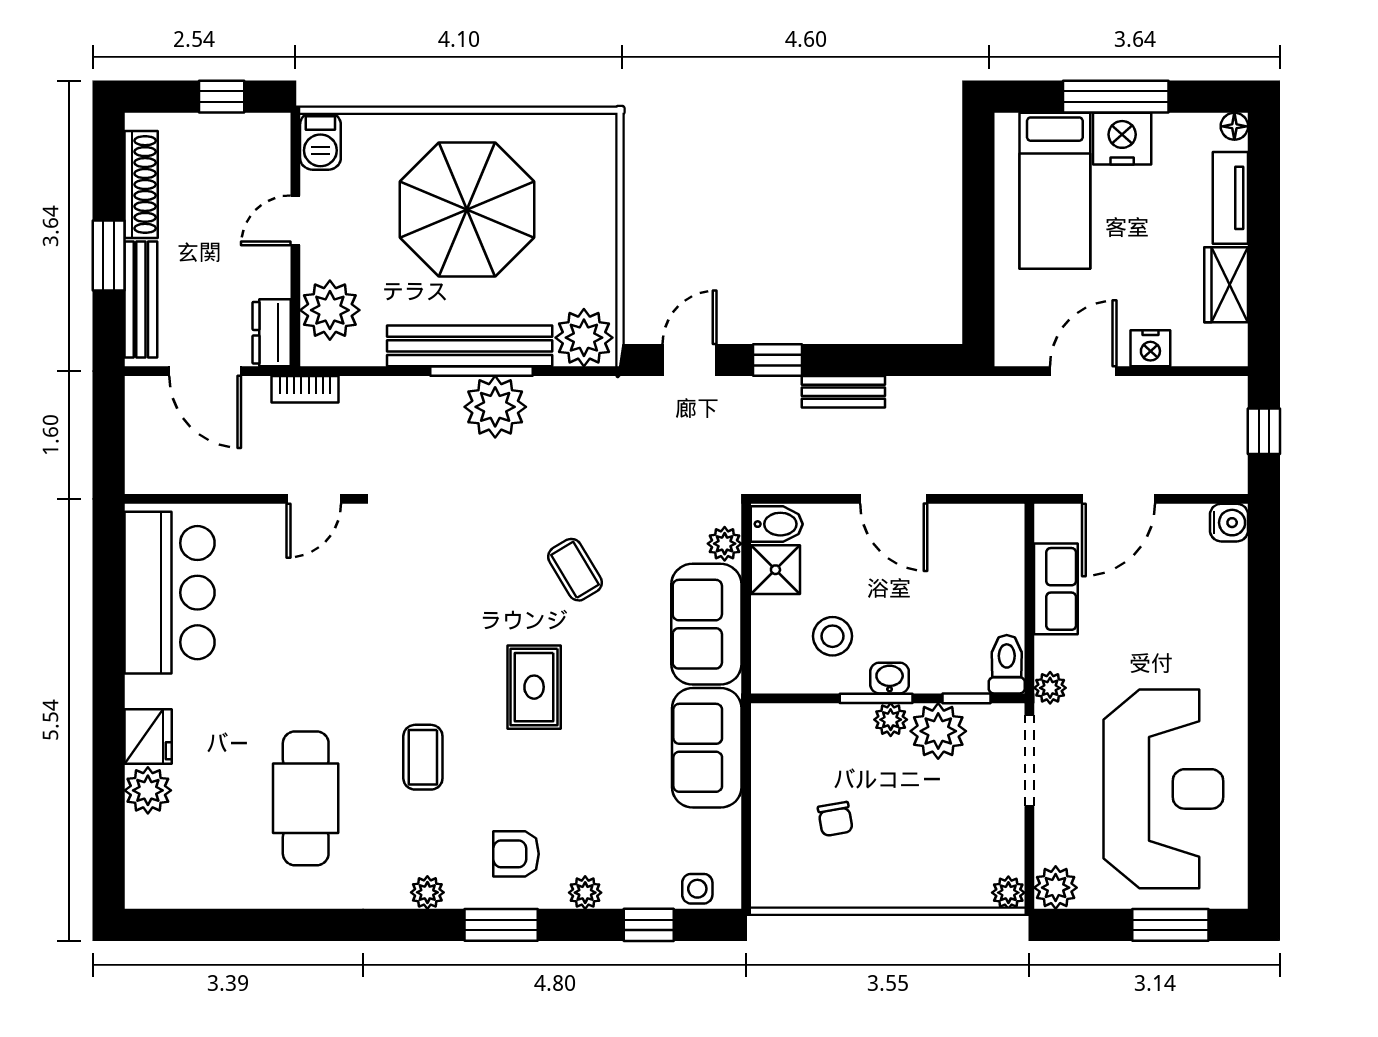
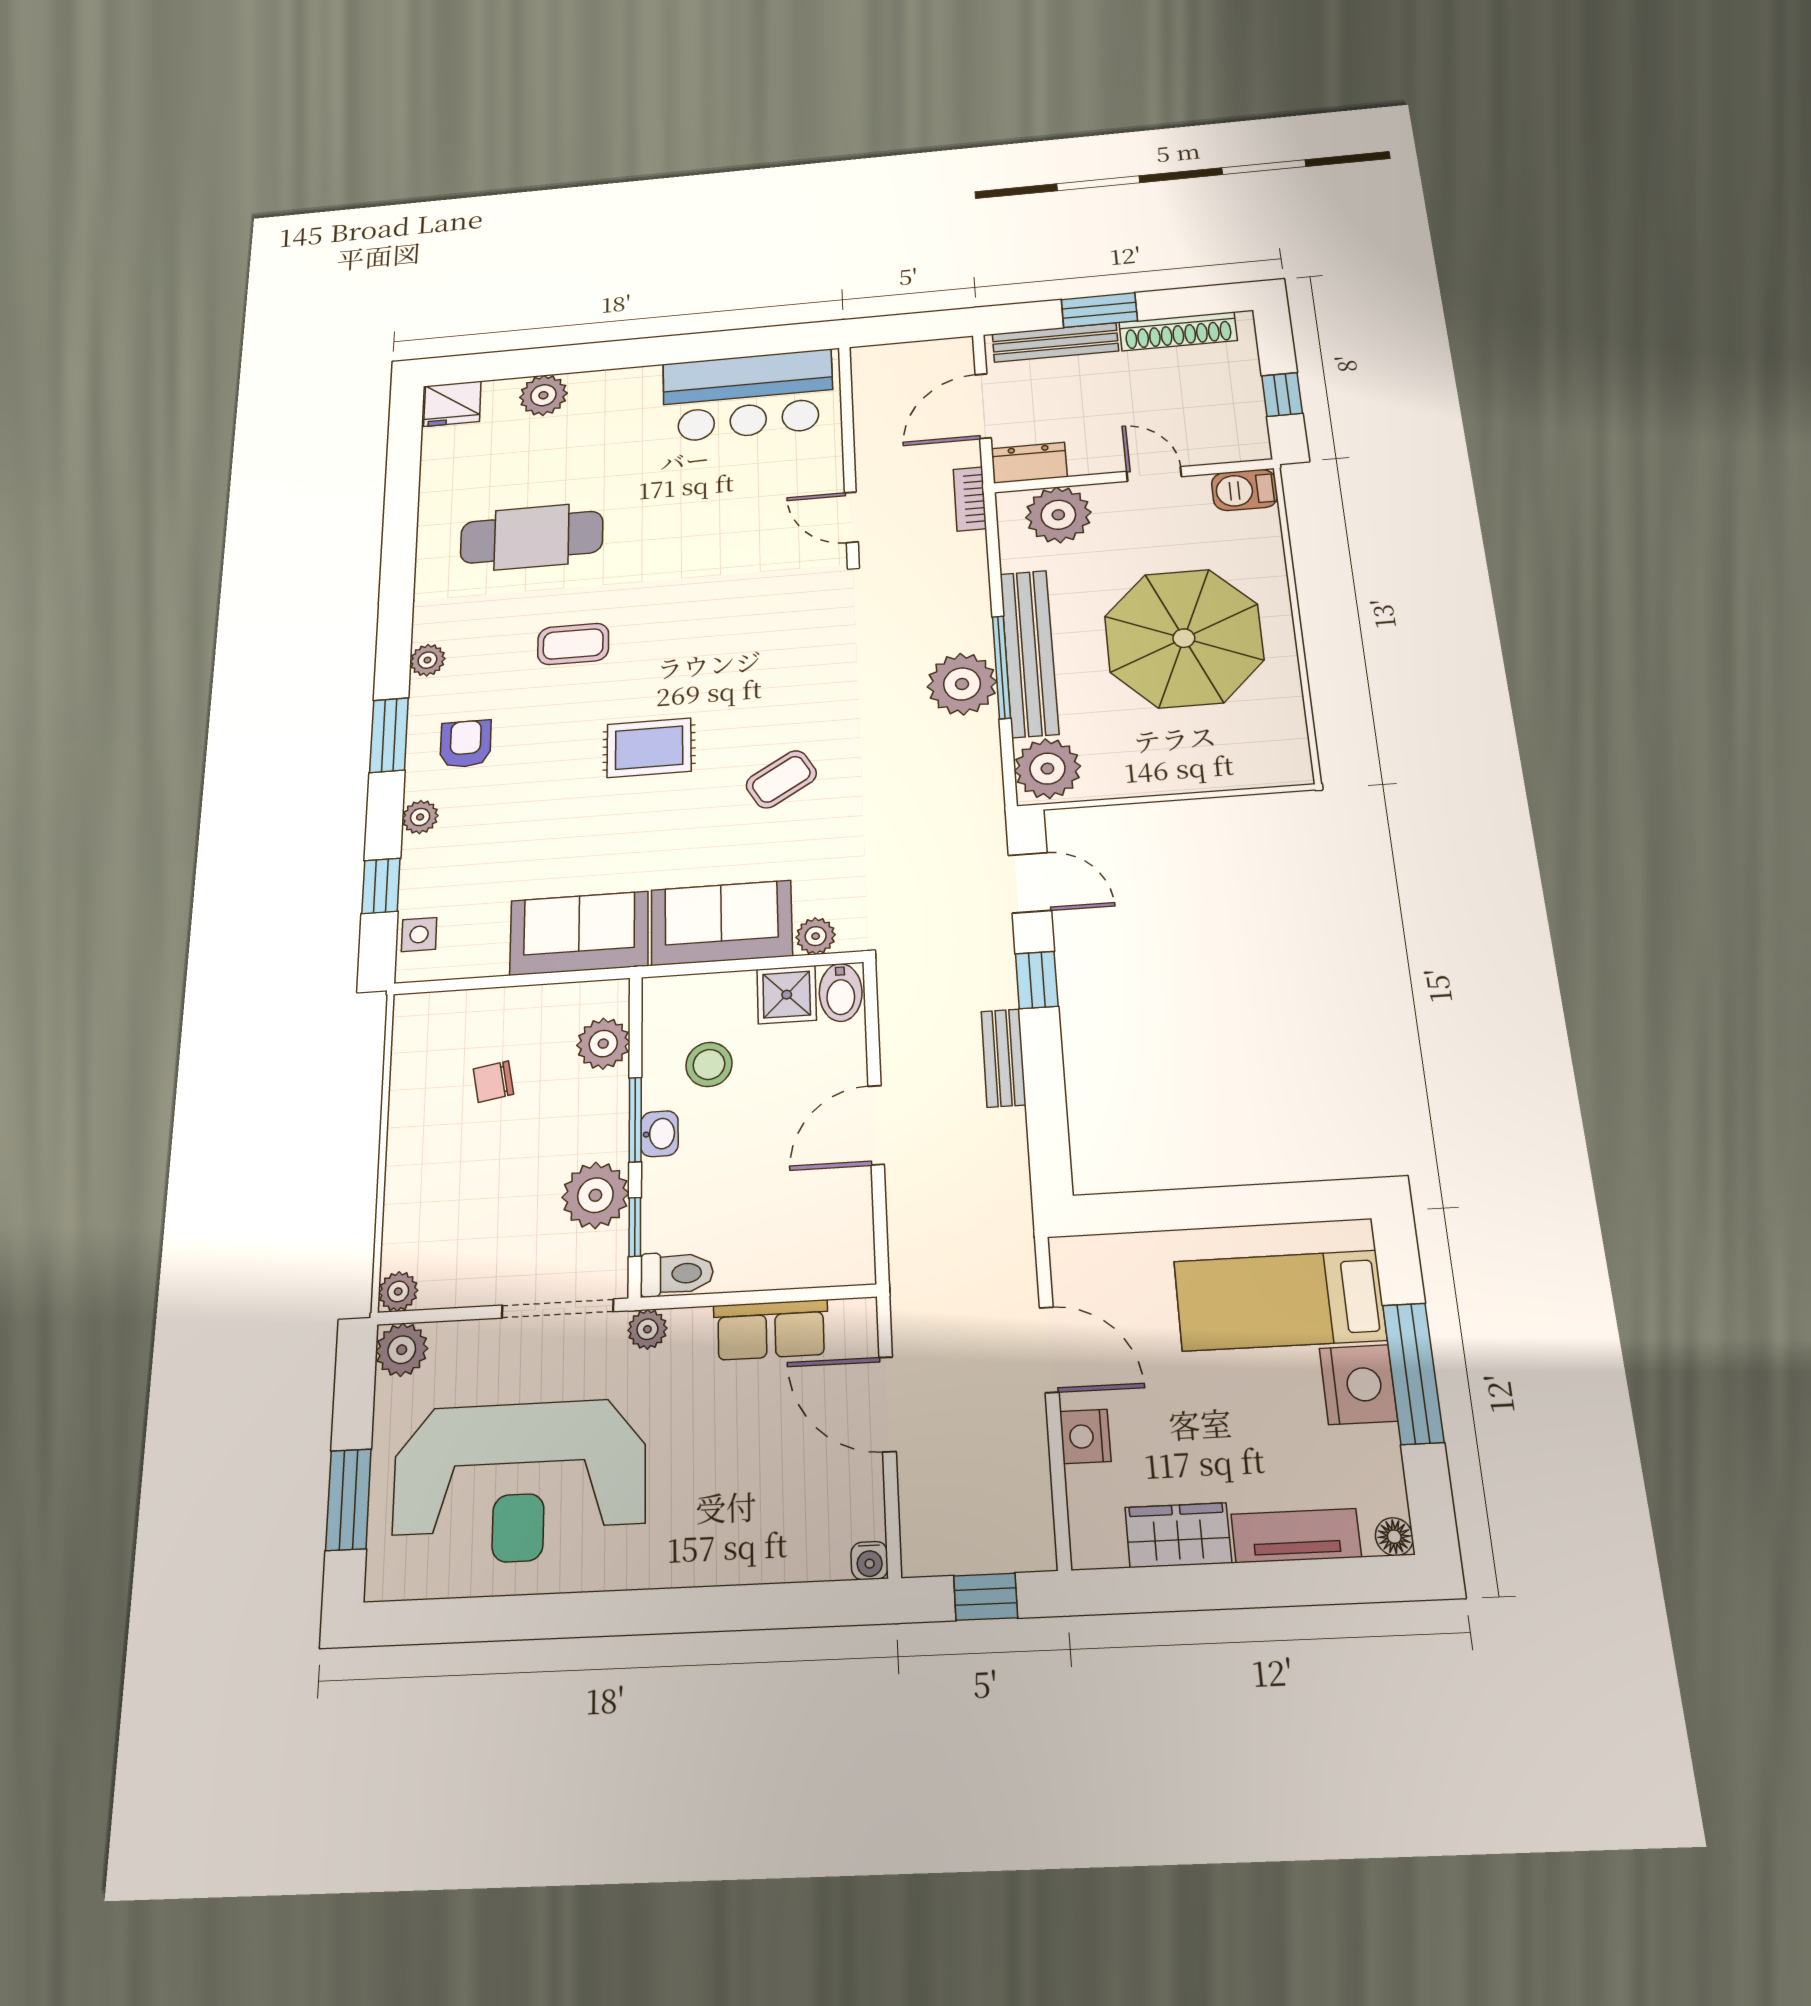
water cooler: (1229, 523) -> (869, 1561), width x0.72, depth x0.72
plant: (891, 720) -> (603, 1044), moved, width x1.38, depth x1.38
fridge: (148, 737) -> (452, 404), moved

